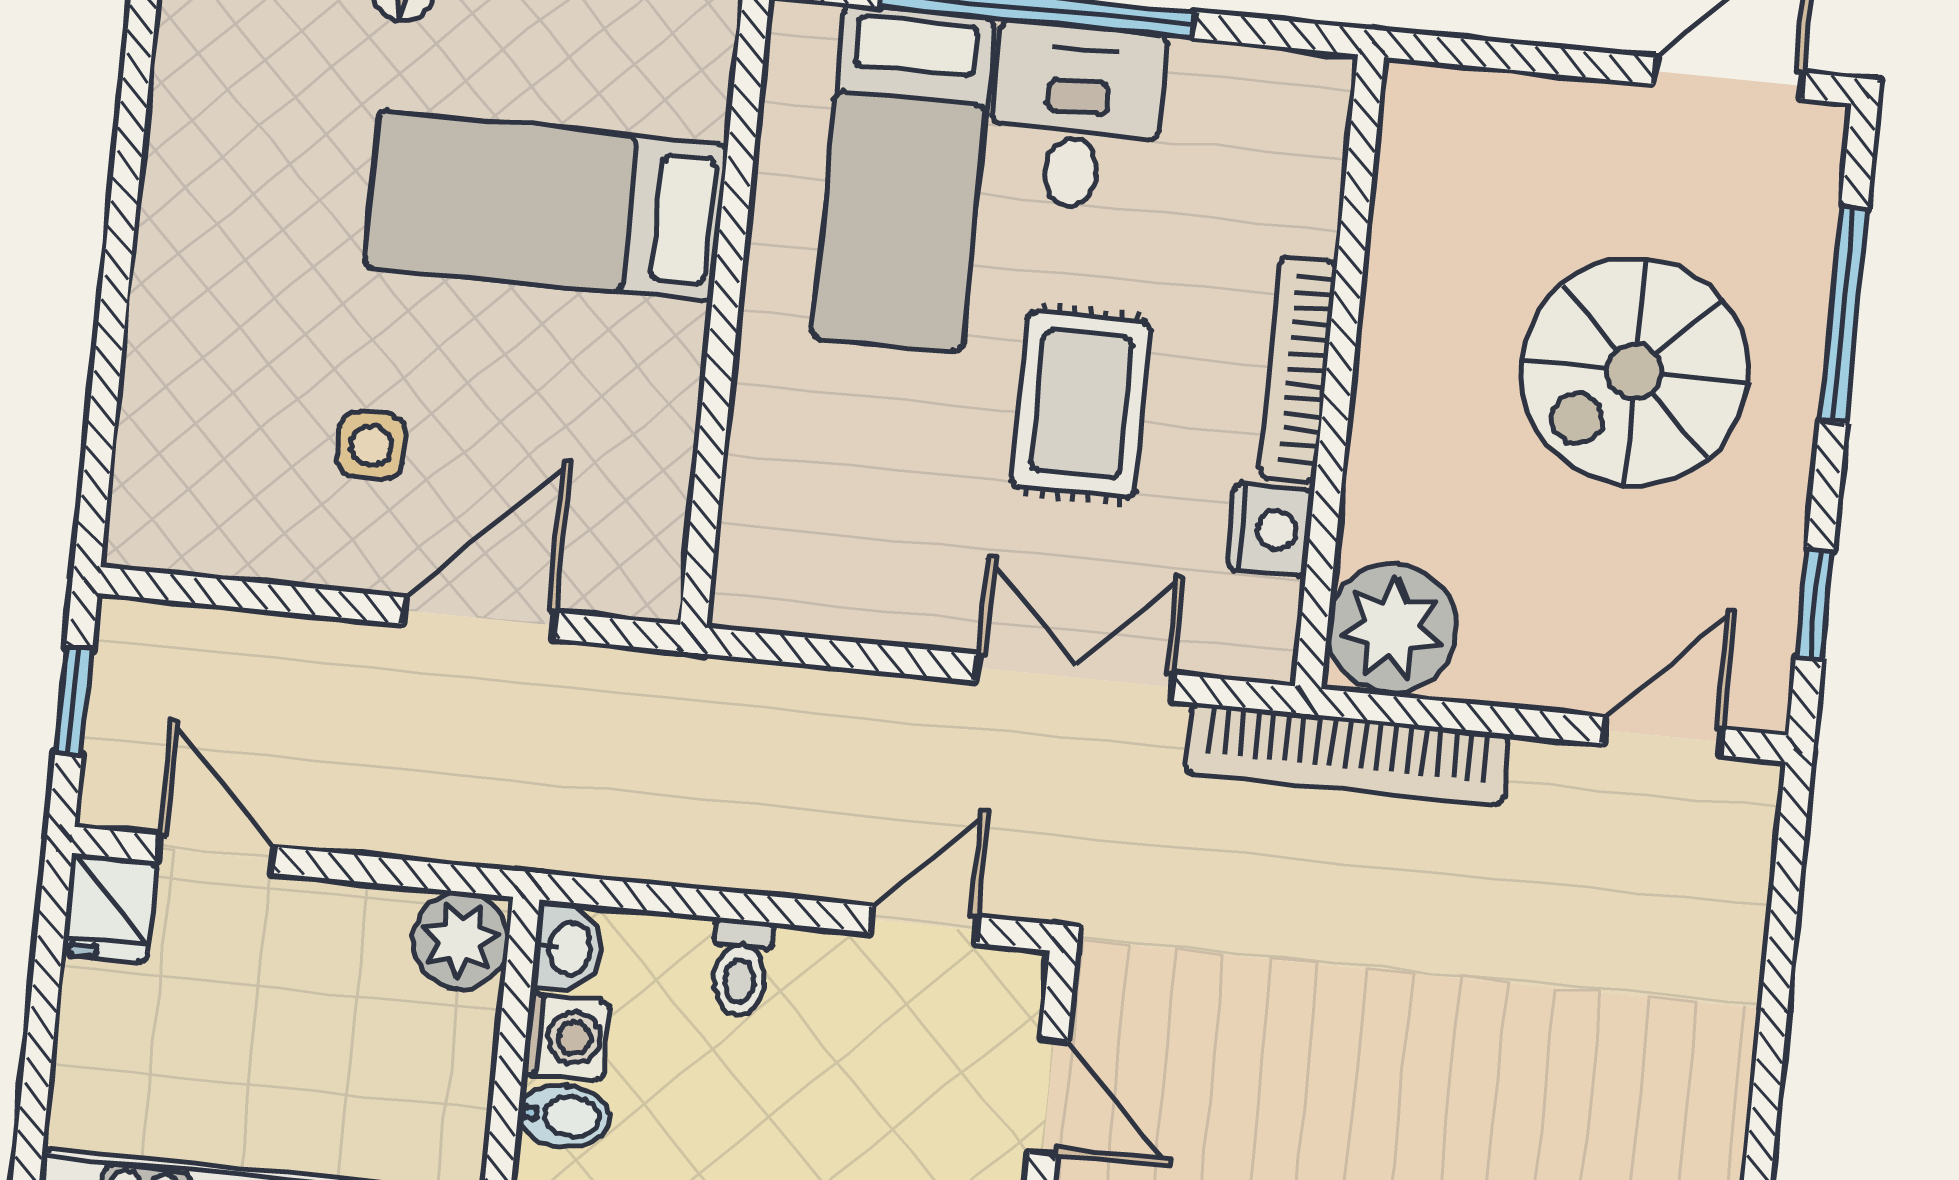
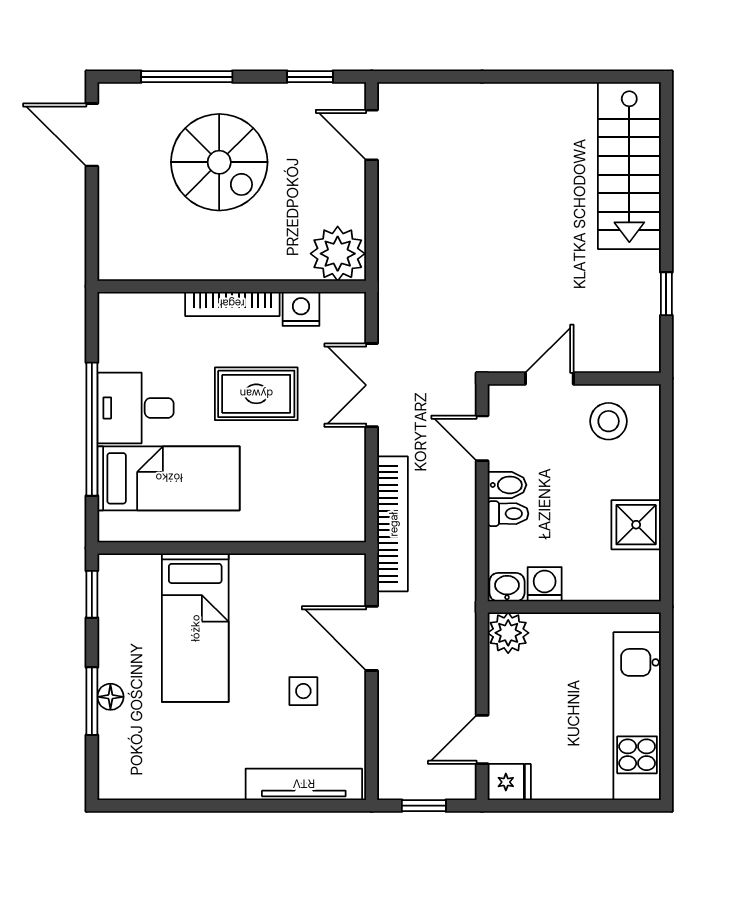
tv unit: (152, 424) -> (304, 784), added
bookcase: (1347, 754) -> (393, 524), moved
bidet: (564, 1116) -> (507, 485), moved, turned 90

